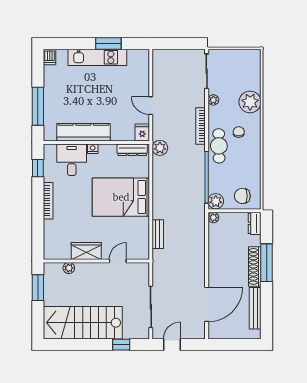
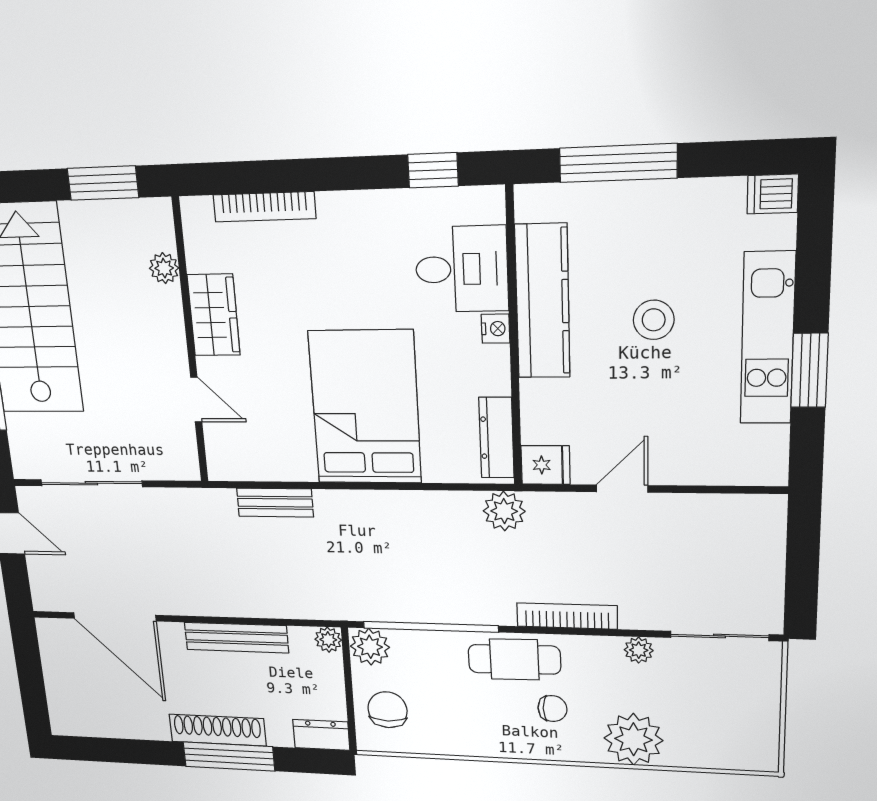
stool: (90, 95) -> (654, 320), added
bookcase: (48, 201) -> (264, 207), moved
bench: (255, 308) -> (236, 638), moved

